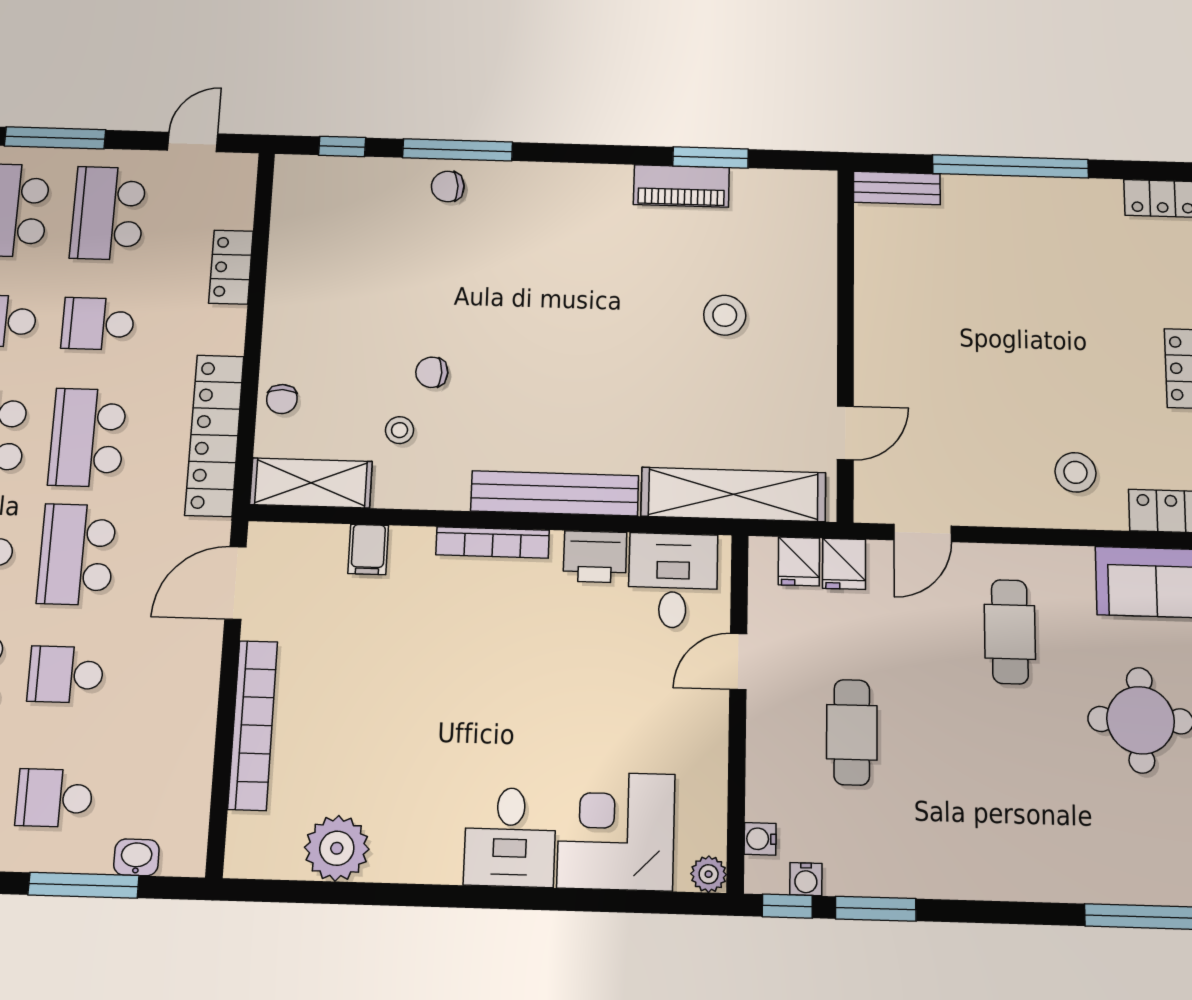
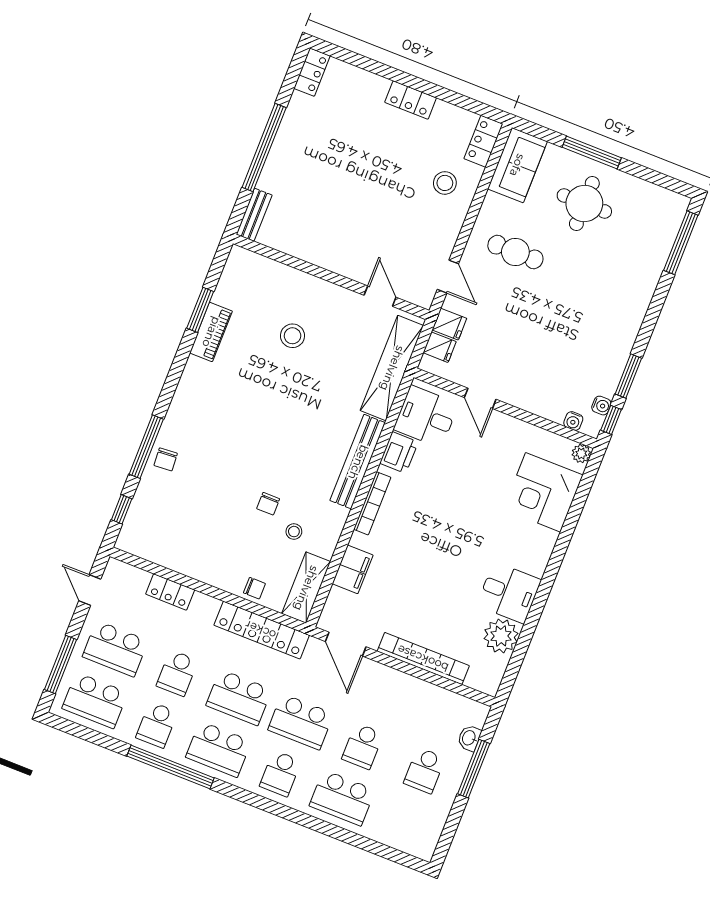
filing cabinet: (368, 549) -> (353, 569), width x2.00
cafe table: (852, 732) -> (537, 354), removed
desk: (510, 837) -> (509, 593), moved

